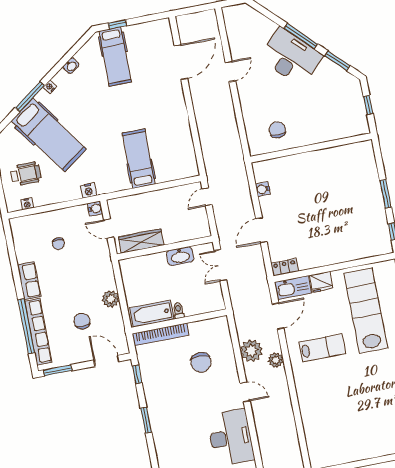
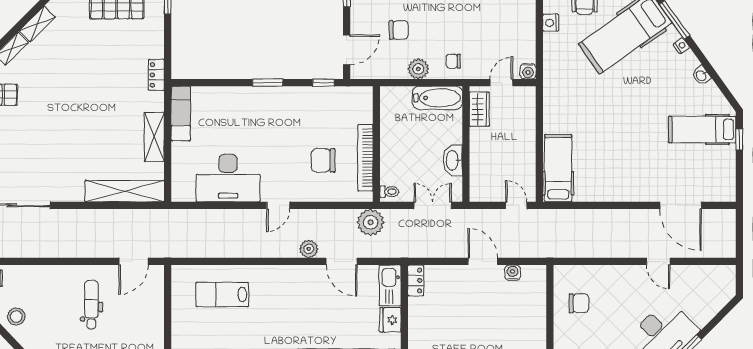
hospital bed: (139, 159) -> (558, 168), moved, turned -90
nightstand: (89, 191) -> (551, 23), moved
door: (261, 230) -> (483, 261), moved
wardrobe: (141, 241) -> (479, 109), width x0.67
chair: (58, 244) -> (453, 61), moved
toilet: (178, 310) -> (389, 192), moved
bathtub: (152, 314) -> (437, 98), moved, turned 90
door: (278, 316) -> (341, 261), moved
bookcase: (161, 334) -> (365, 158), moved
lab bench: (322, 348) -> (222, 294), moved, turned 90
plant: (251, 351) -> (371, 222), moved

